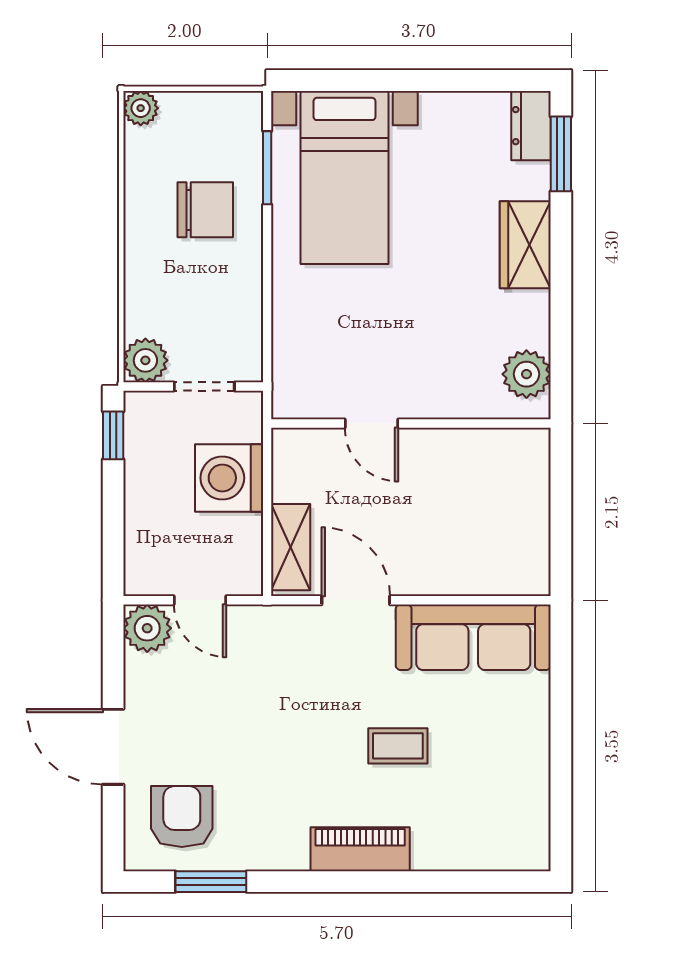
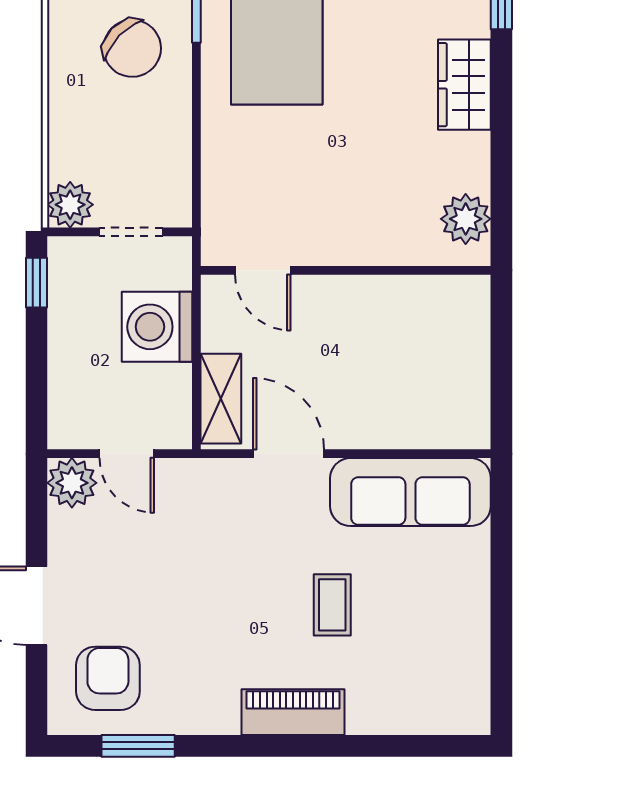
chair: (205, 210) -> (132, 48), turned 44
door: (371, 424) -> (263, 270), moved
coffee table: (398, 746) -> (332, 605), turned 90

